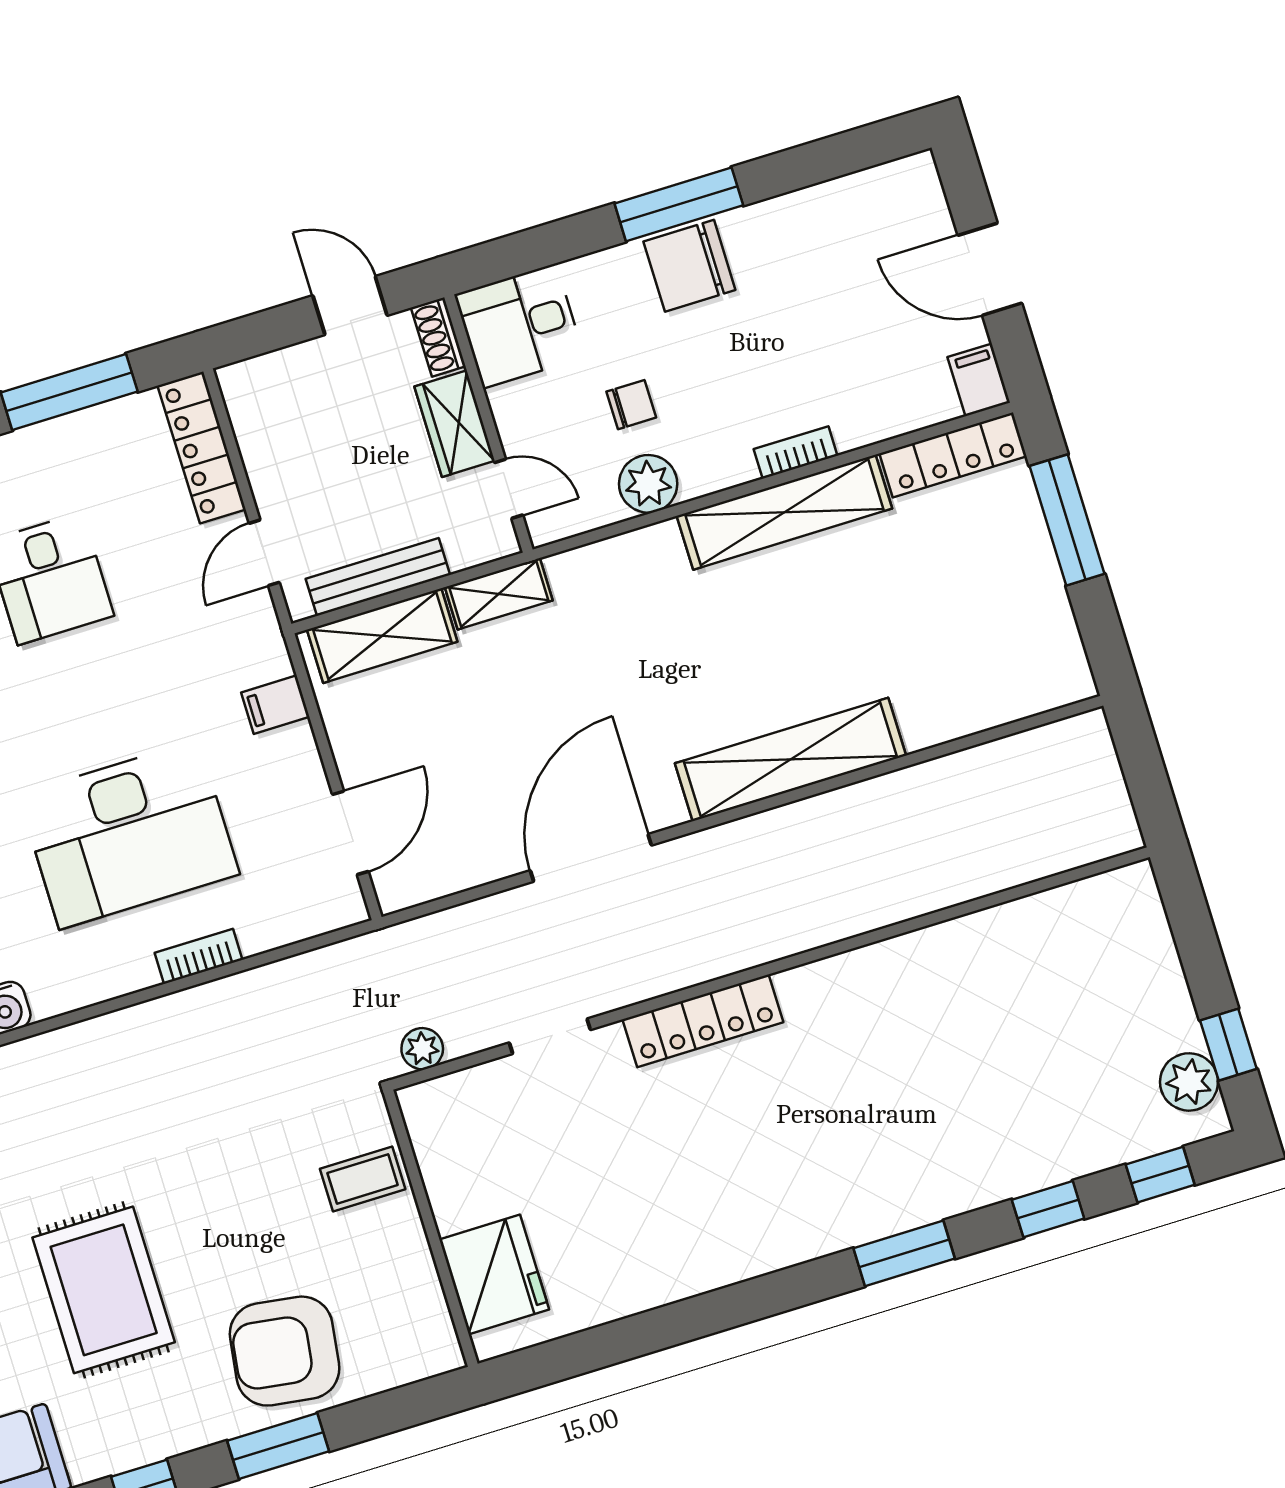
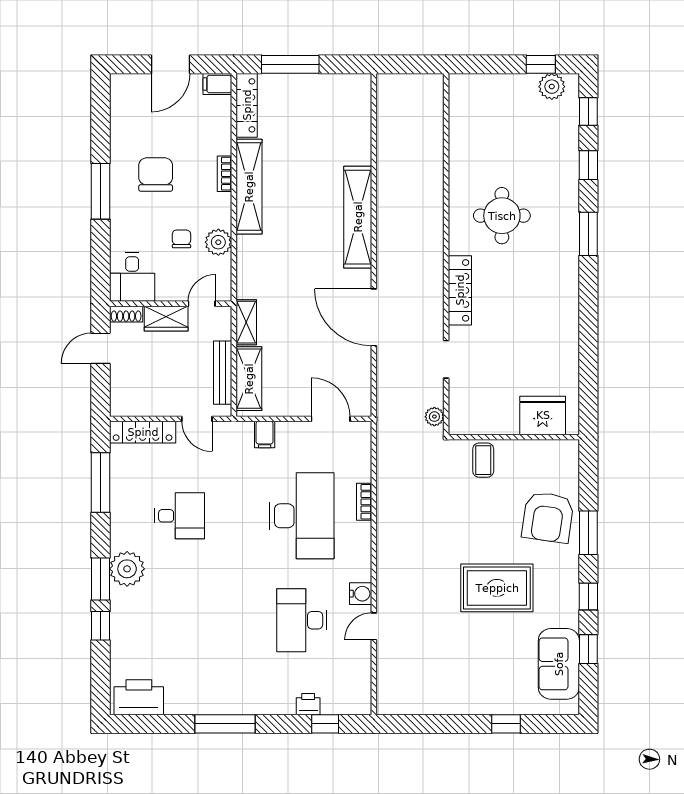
chair: (689, 266) -> (156, 174), moved, turned 180
round table: (887, 1061) -> (502, 216), added

